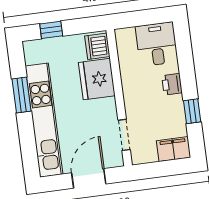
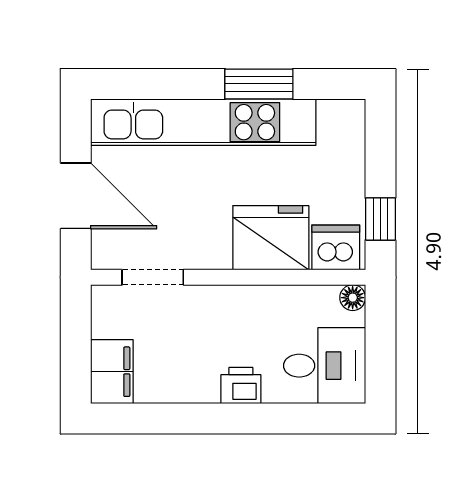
window: (51, 30) -> (380, 219), moved
floor lamp: (121, 35) -> (353, 298), added
window: (192, 111) -> (182, 419), removed

